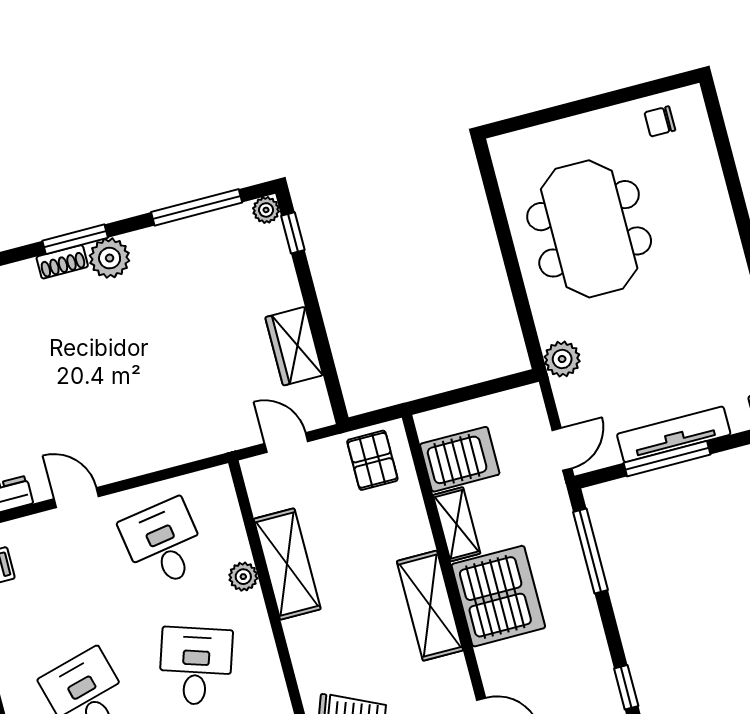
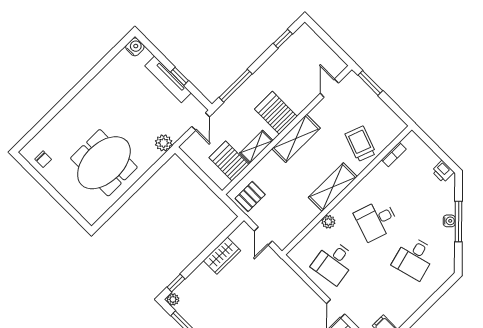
door: (562, 449) -> (201, 122), swing flipped
window: (667, 459) -> (180, 76), width x0.46
shelving: (287, 564) -> (333, 187), moved
server rack: (498, 596) -> (276, 113), width x0.62

